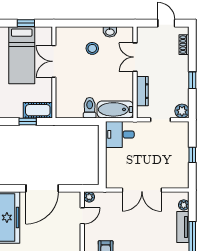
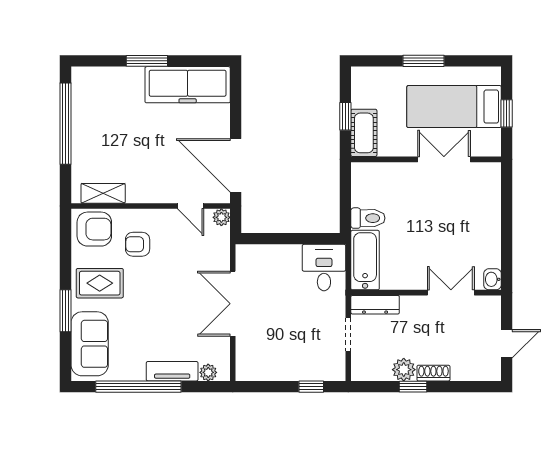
washbasin: (110, 32) -> (493, 279), moved
shoe rack: (184, 45) -> (433, 373), moved
stool: (92, 48) -> (465, 222), removed
dresser: (142, 91) -> (375, 305), moved
plant: (182, 111) -> (404, 370), moved
window: (192, 155) -> (311, 387), moved
door: (42, 188) -> (236, 165), moved

